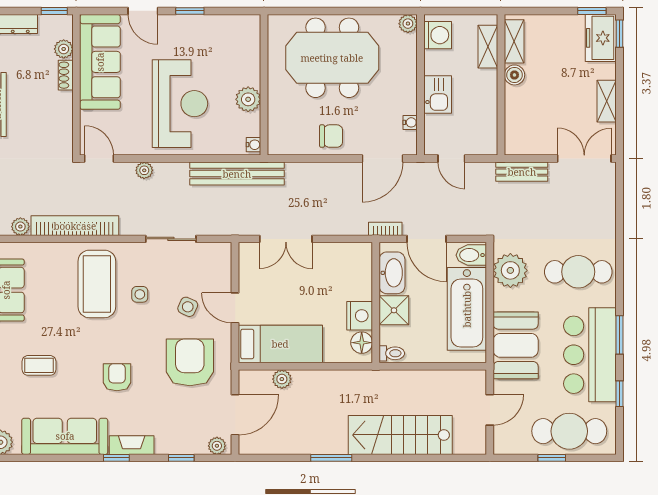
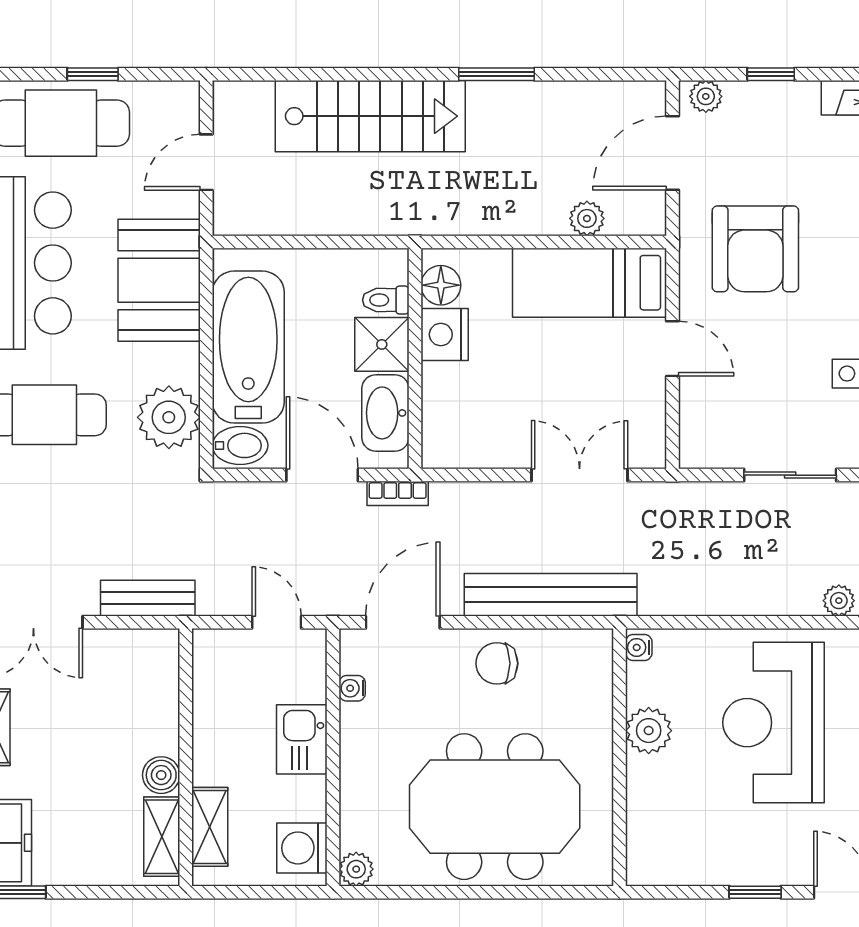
bench: (237, 174) -> (551, 595), moved
side table: (188, 307) -> (759, 351), removed
toilet: (392, 353) -> (386, 300), moved

